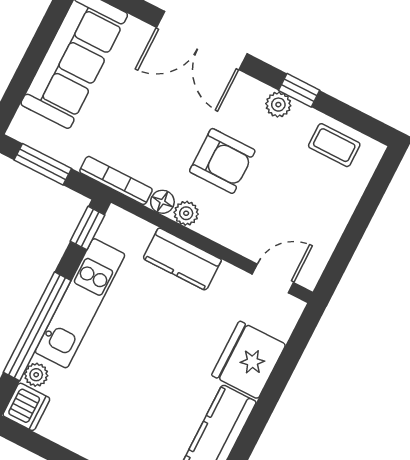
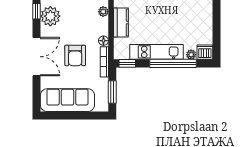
plant: (278, 105) -> (50, 16), width x1.87, depth x1.87
armchair: (222, 161) -> (75, 55), moved, turned 180
plant: (186, 213) -> (103, 12), moved

